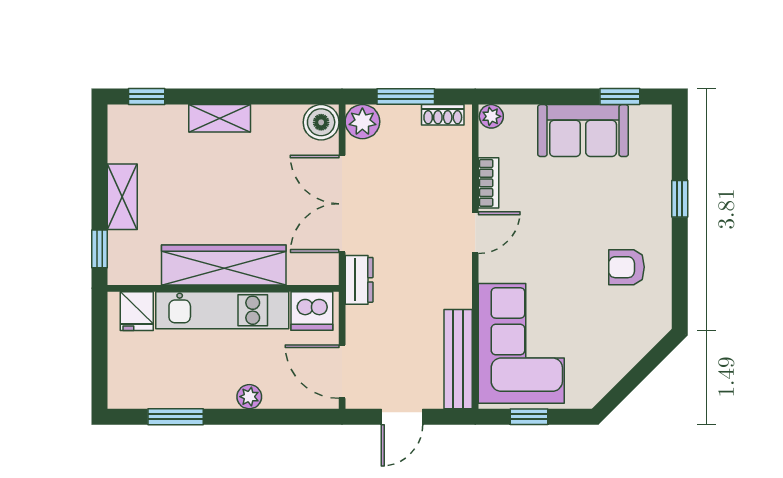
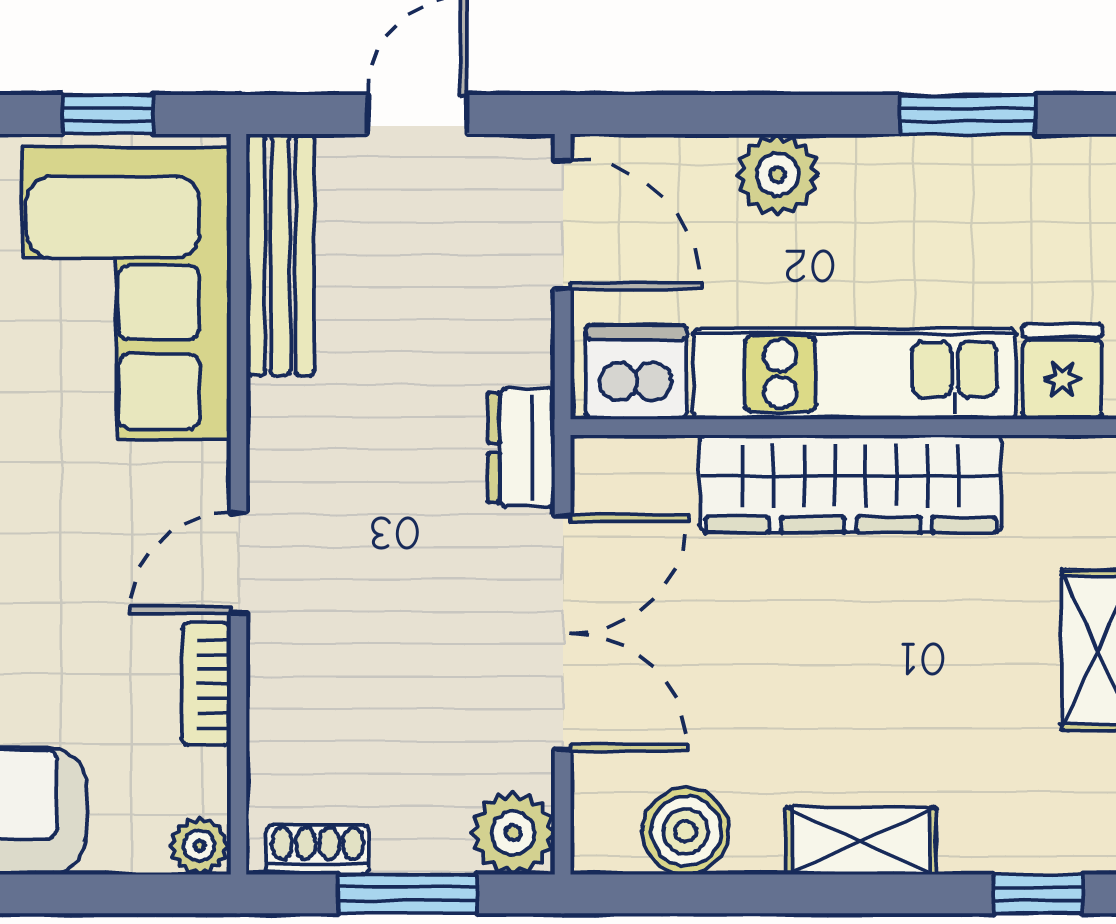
boiler: (321, 122) -> (686, 831), moved
plant: (249, 397) -> (777, 175), width x1.38, depth x1.38

